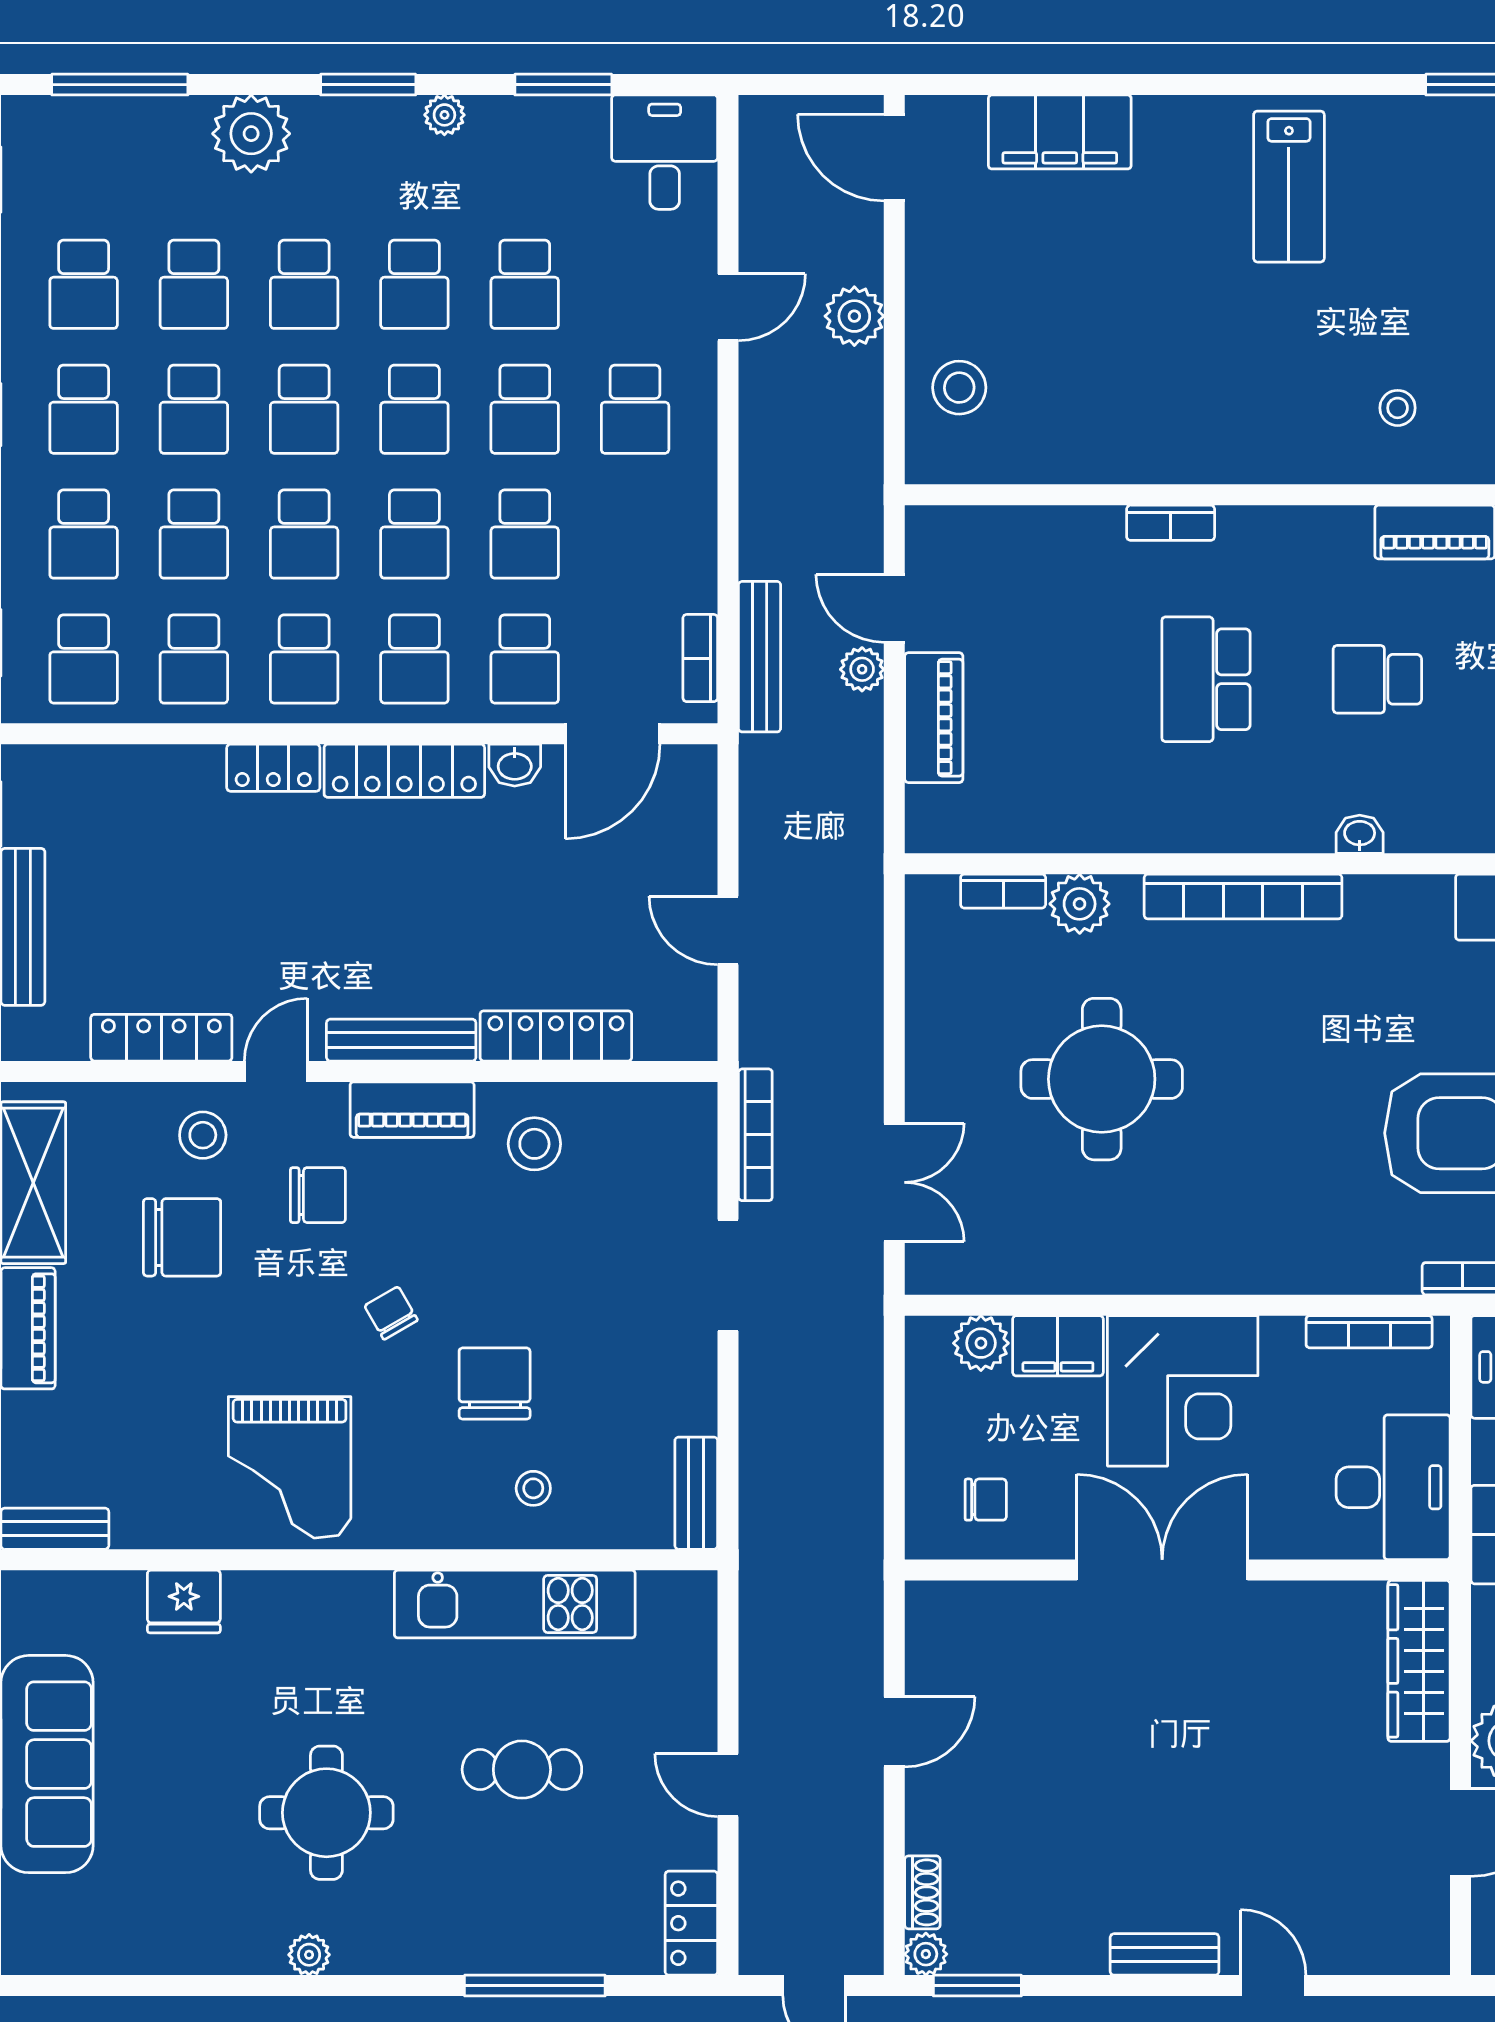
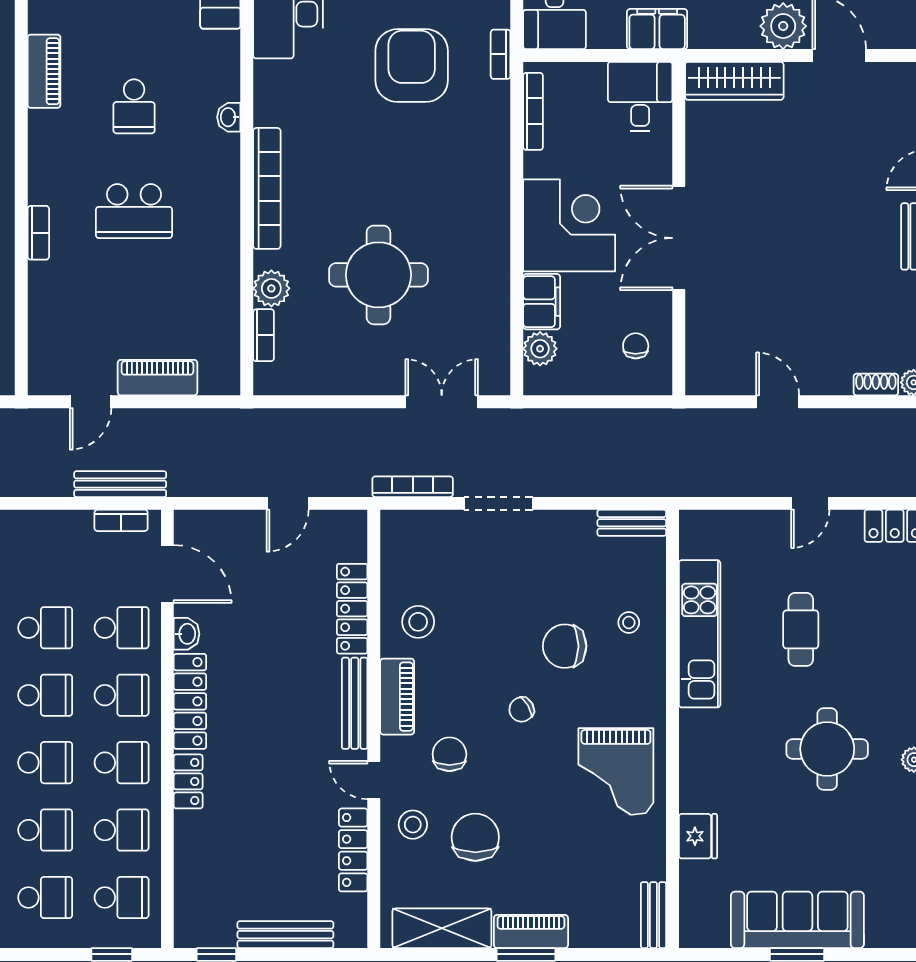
plant: (862, 669) -> (128, 421), removed
grand piano: (290, 1467) -> (616, 772), turned 90
desk: (1393, 1487) -> (640, 97), width x0.73

